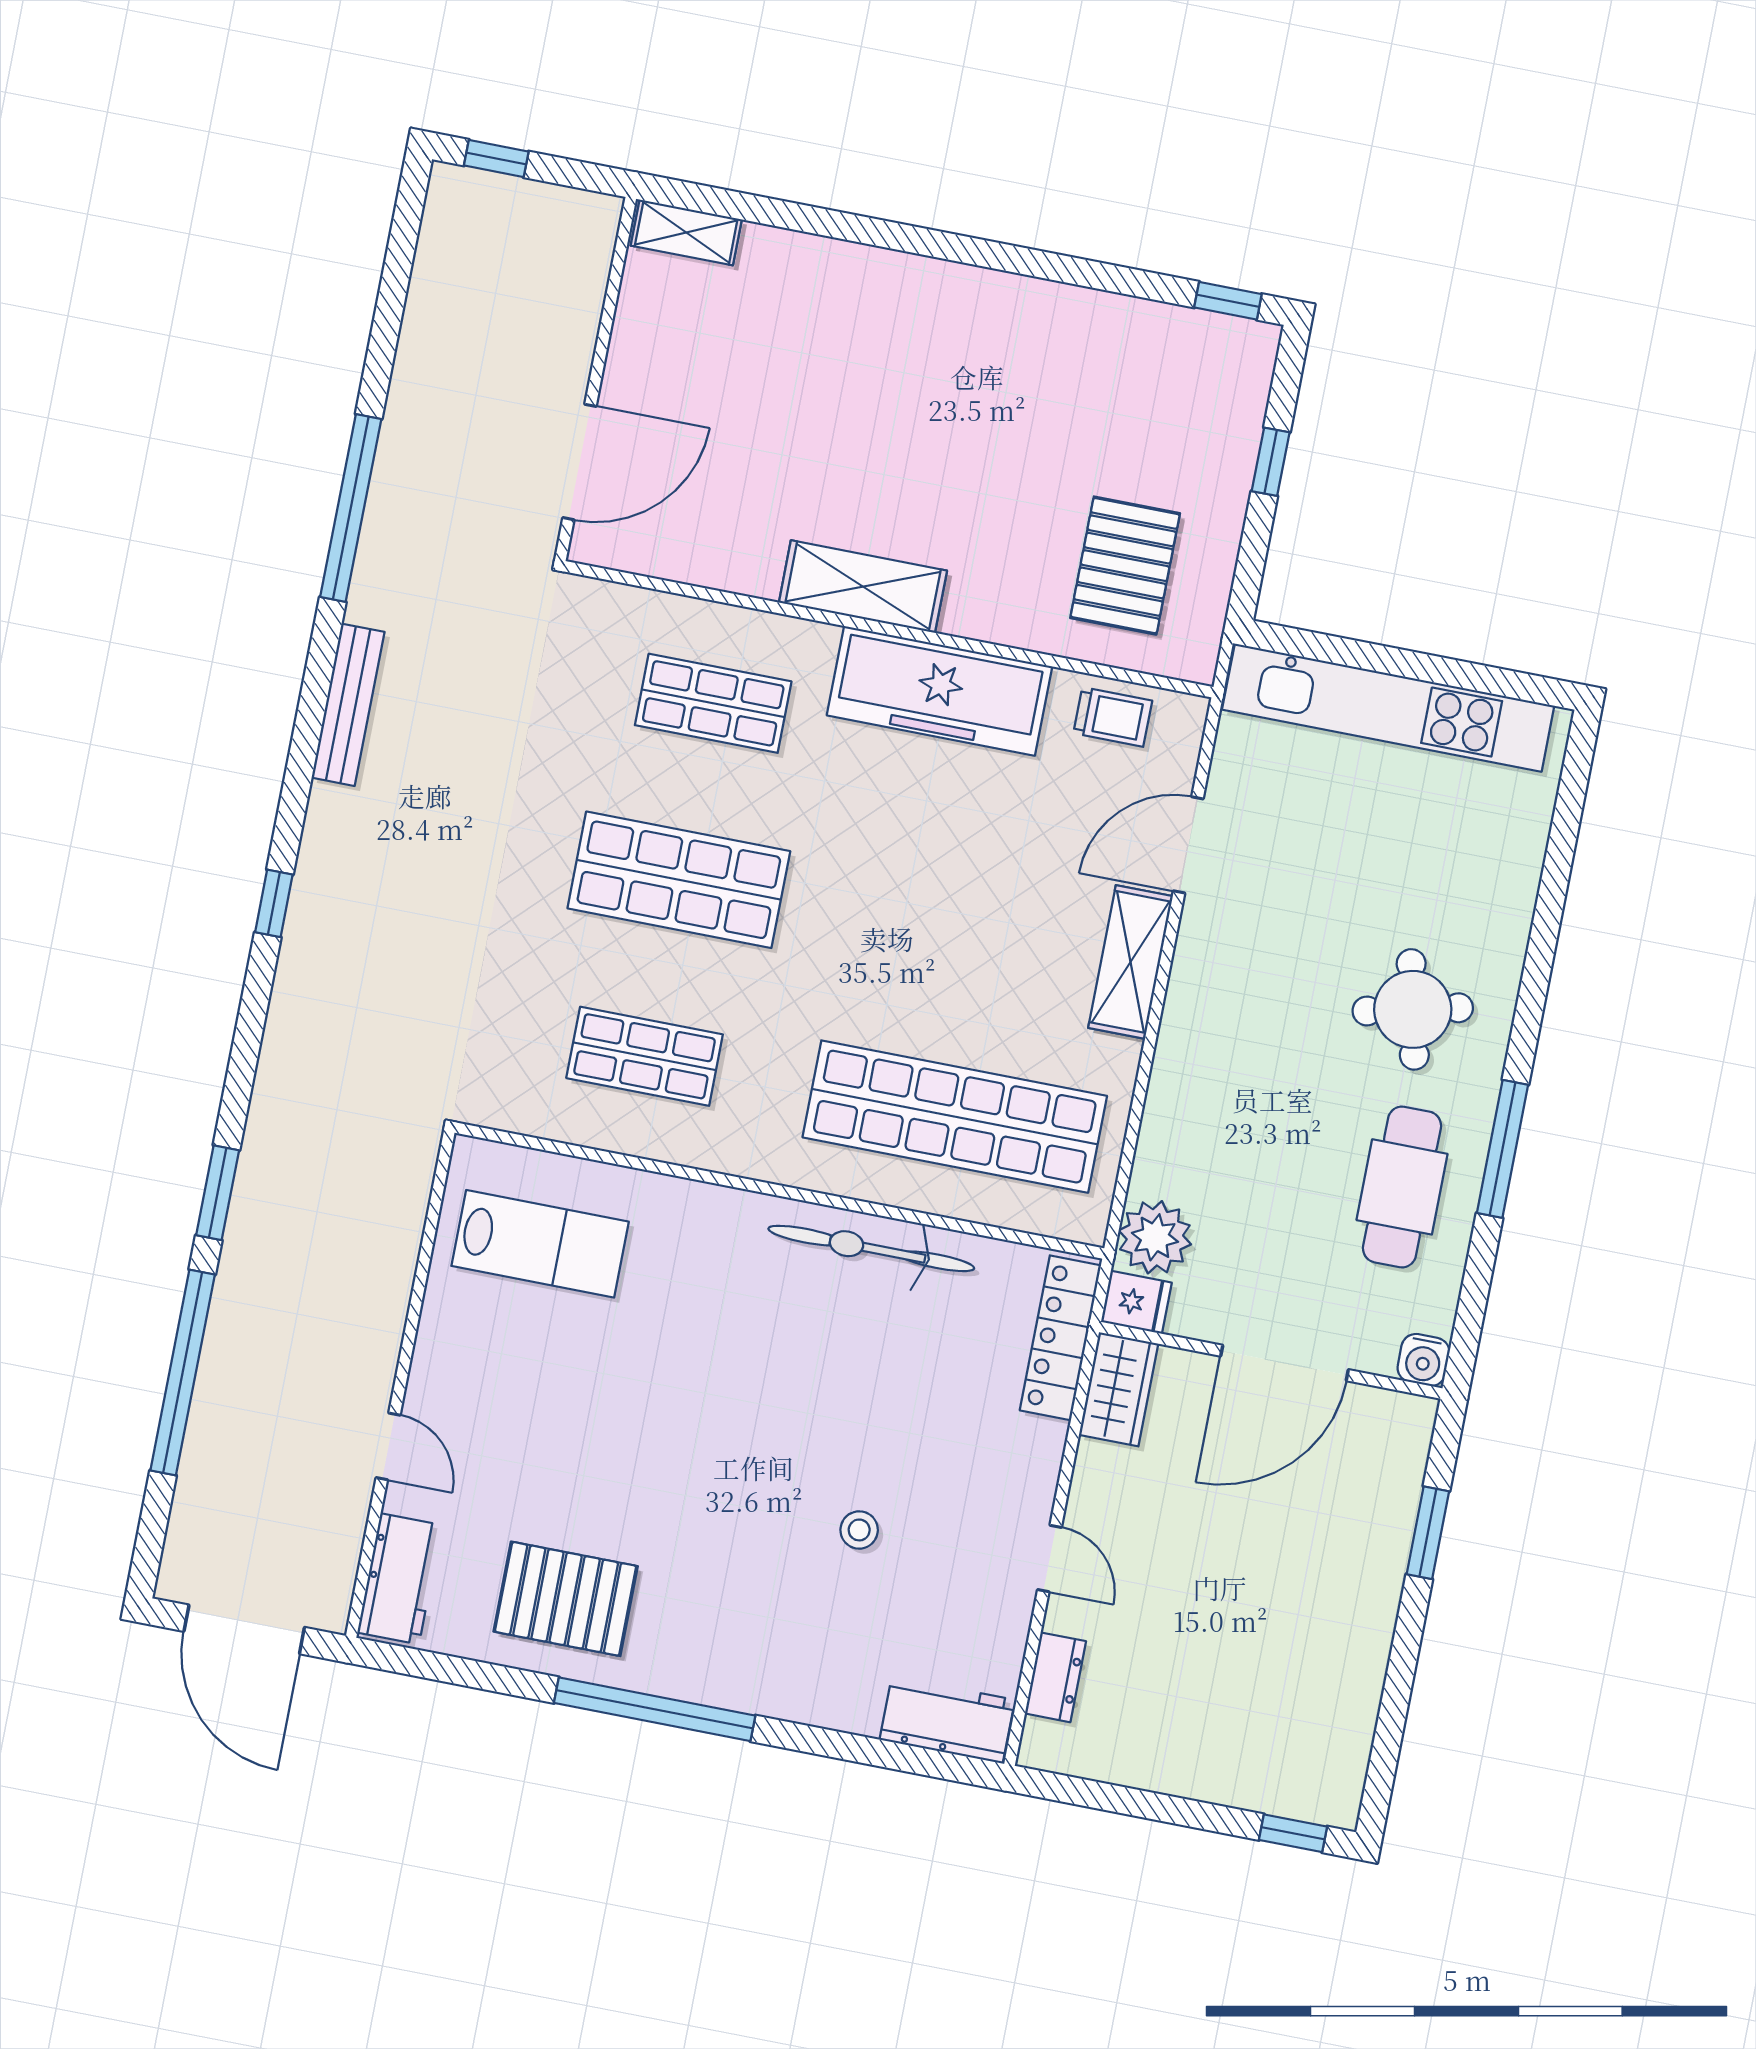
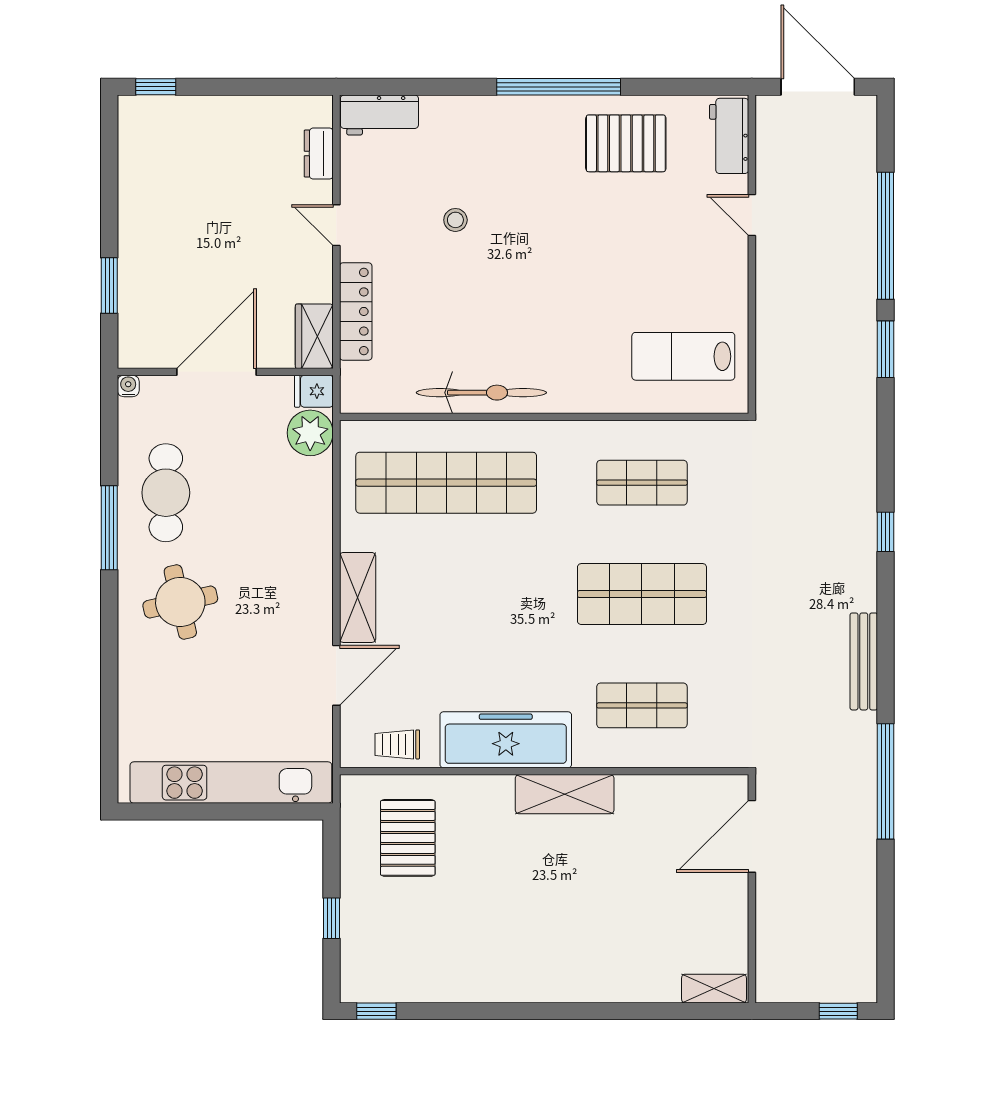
locker: (1060, 1338) -> (356, 311), moved
water cooler: (1423, 1360) -> (128, 386), width x0.72, depth x0.72

